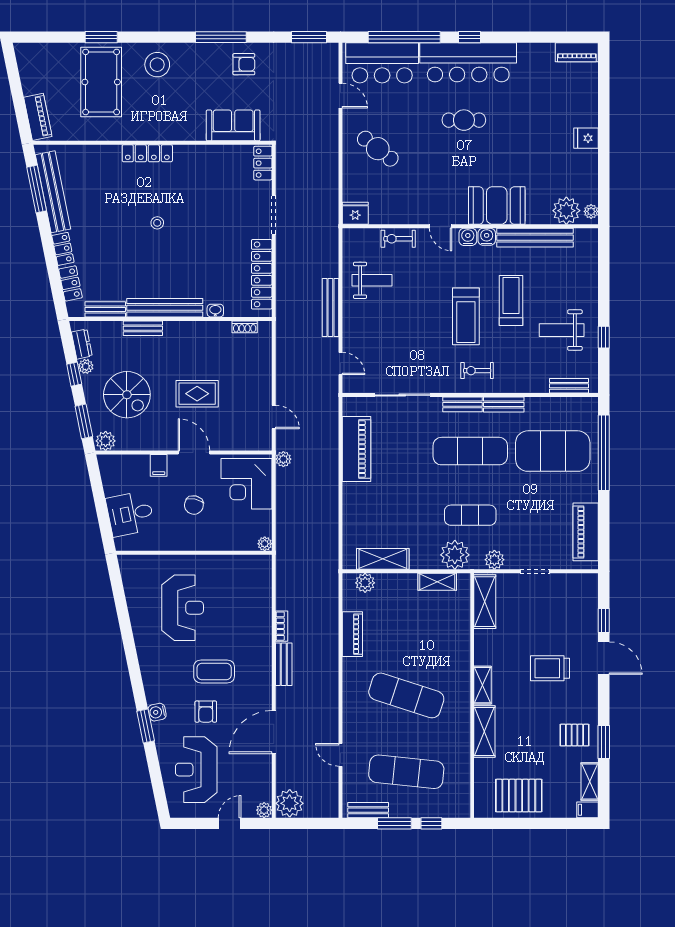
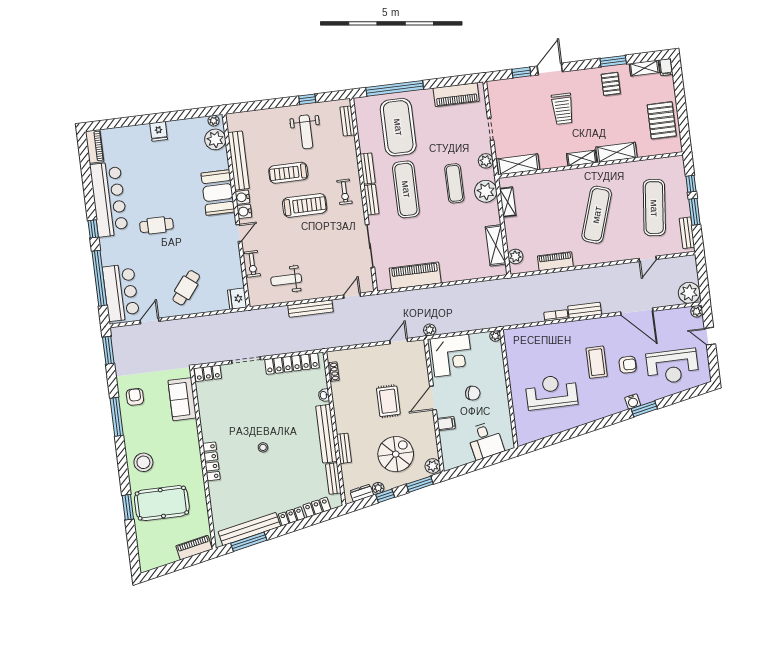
bar counter: (468, 62) -> (109, 199), moved
cafe table: (464, 120) -> (156, 225), turned 90
weight bench: (372, 280) -> (286, 280), turned -90

